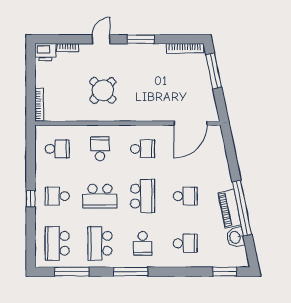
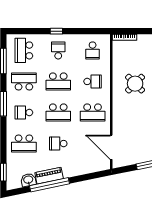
school desk: (143, 149) -> (93, 112), width x1.85
school desk: (100, 196) -> (58, 81), turned -90
school desk: (185, 196) -> (58, 144), turned 90
school desk: (57, 243) -> (24, 50), turned -90
school desk: (185, 243) -> (24, 144), width x1.85

